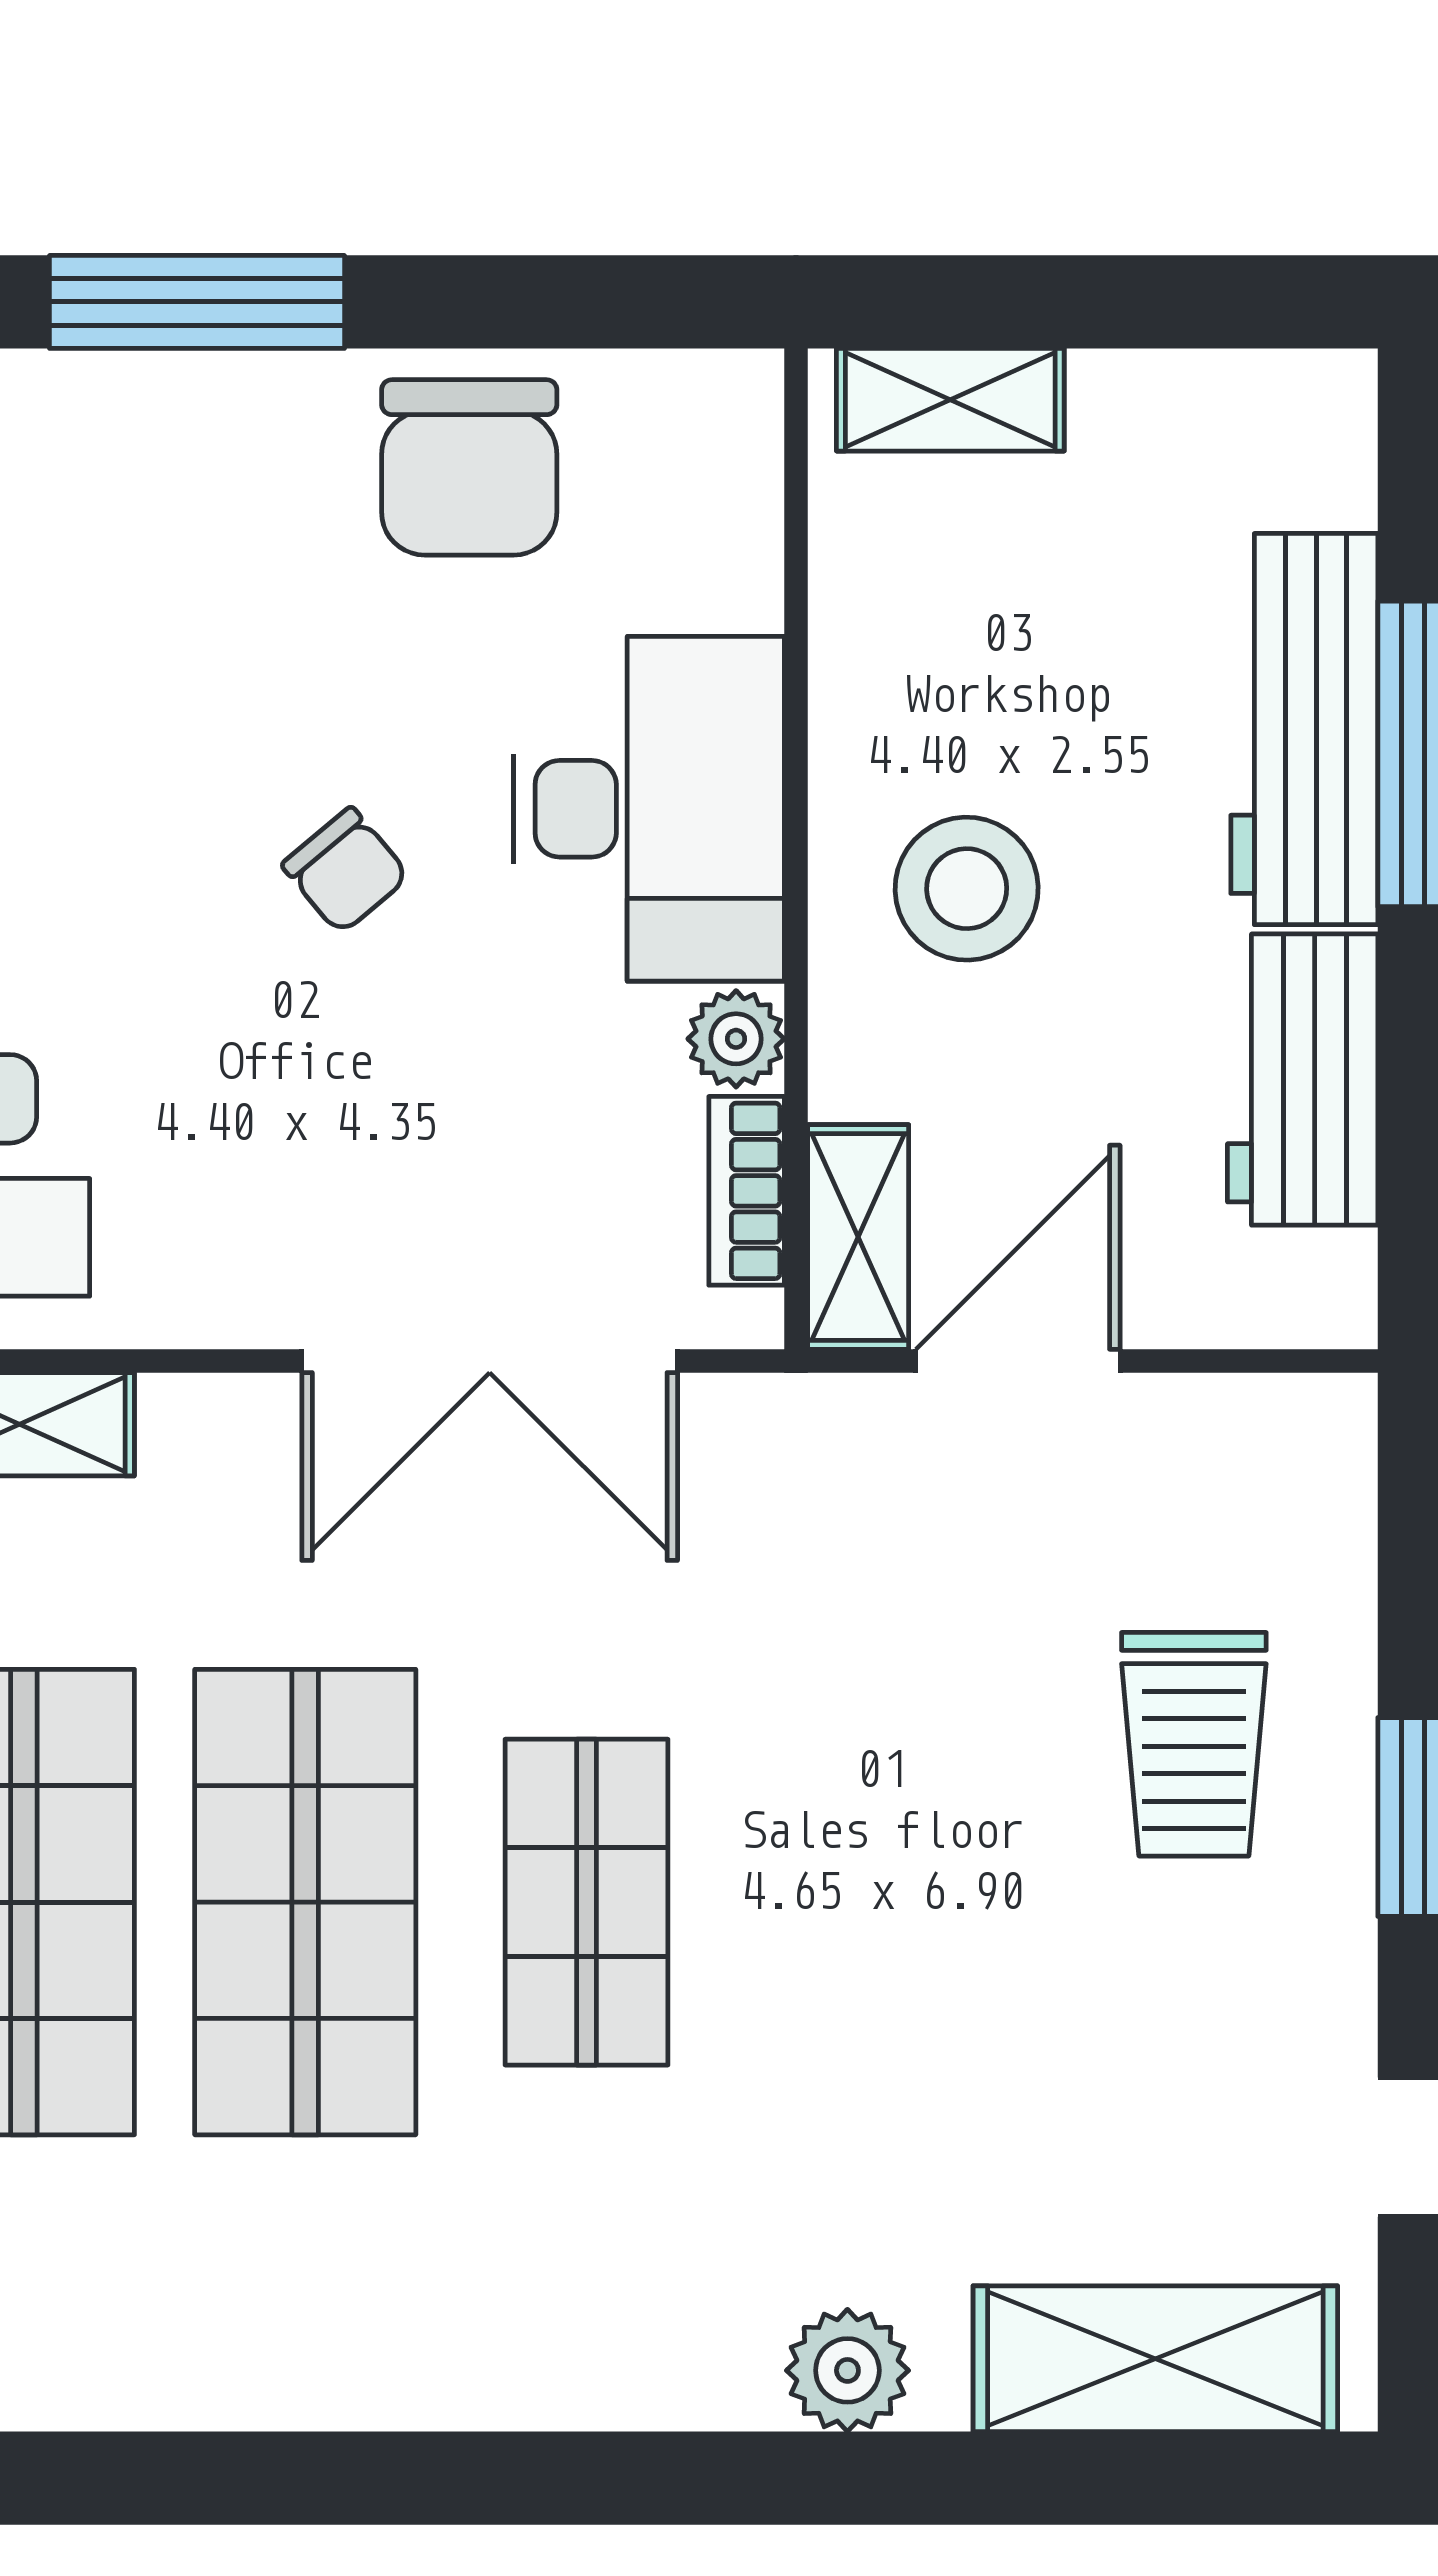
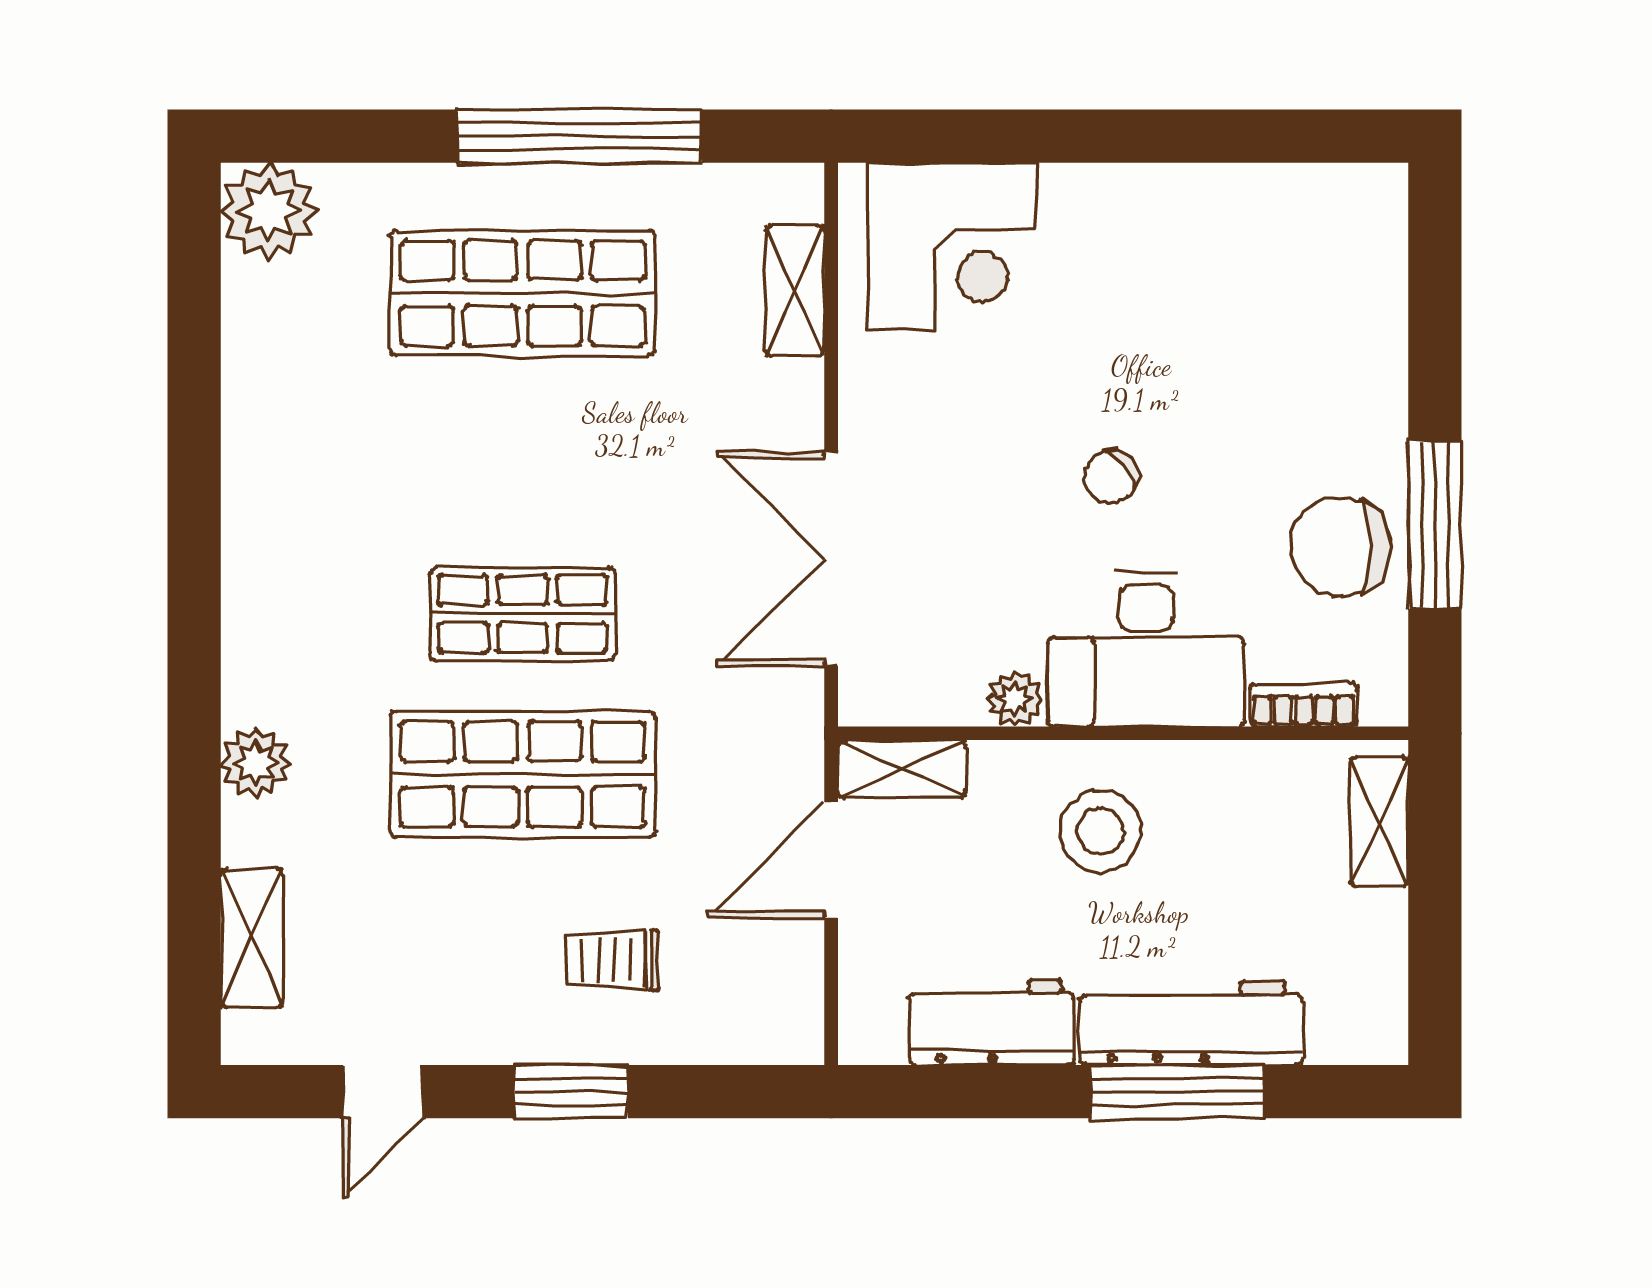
window: (197, 302) -> (1435, 525), moved
bookcase: (747, 1191) -> (1303, 705), moved
door: (1018, 1361) -> (831, 860), swing flipped
trolley: (1194, 1744) -> (613, 960), width x0.73, depth x0.72
shop shelf: (305, 1902) -> (523, 774), moved
shelving: (1155, 2359) -> (252, 938), width x0.67, depth x0.75

